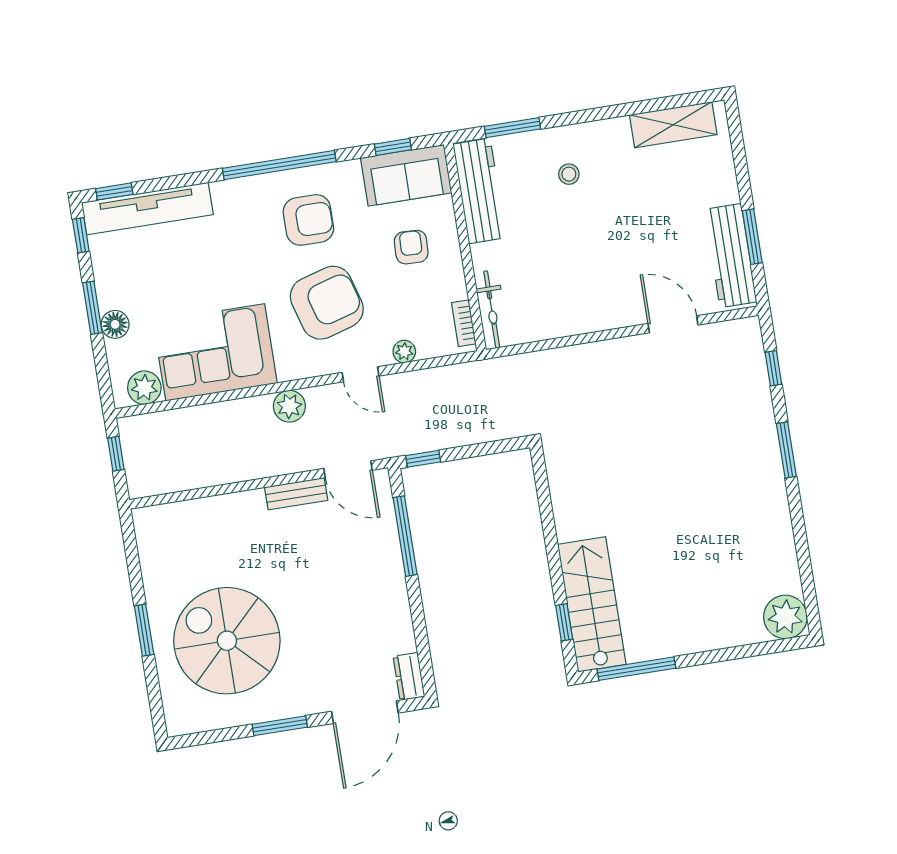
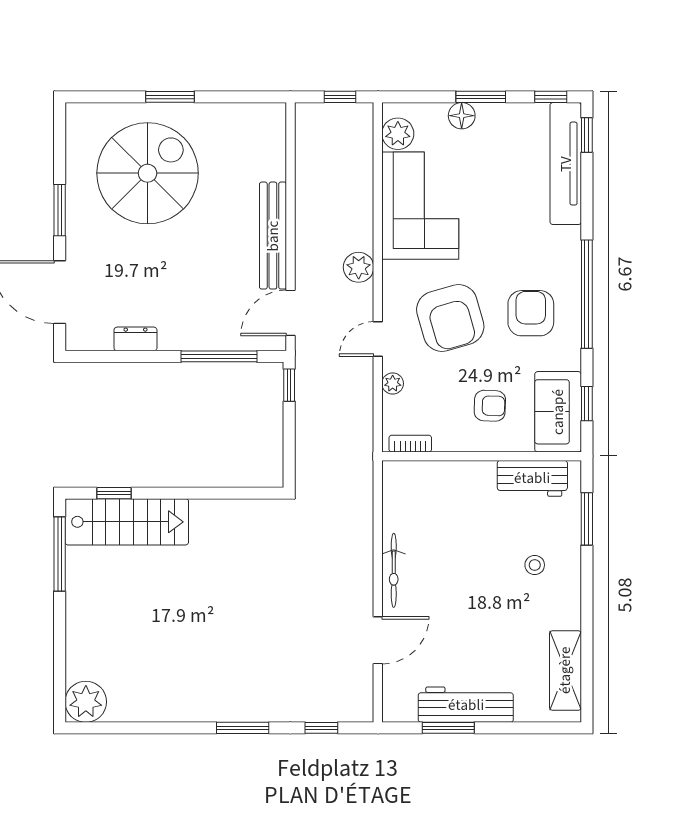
workbench: (479, 191) -> (532, 478), width x0.73
armchair: (308, 220) -> (531, 313), turned 180
workbench: (731, 256) -> (466, 705), moved
bicycle: (492, 309) -> (394, 570), moved, turned -90
bench: (296, 494) -> (273, 236), width x1.86, depth x1.21
dresser: (409, 677) -> (135, 339), moved

